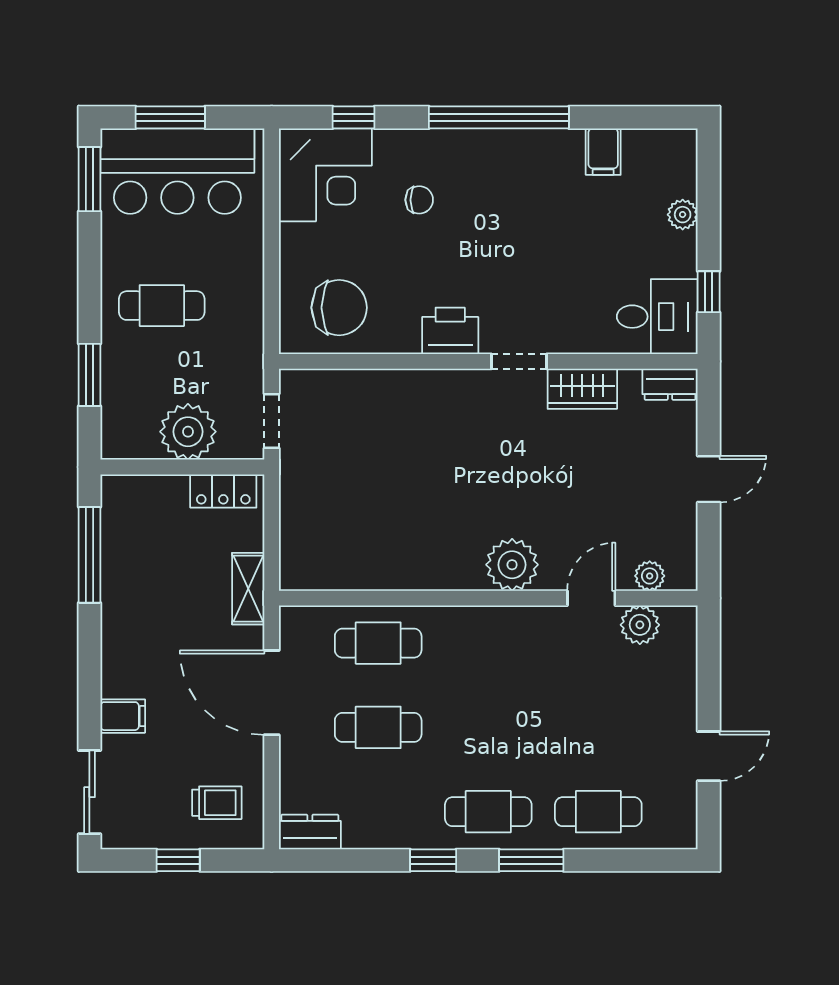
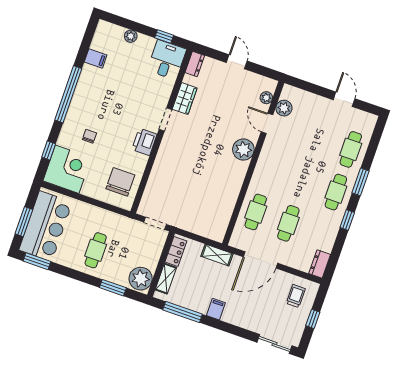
plant: (188, 432) -> (141, 279), moved
shelving: (153, 490) -> (166, 279), added
filing cabinet: (123, 716) -> (216, 309), moved

